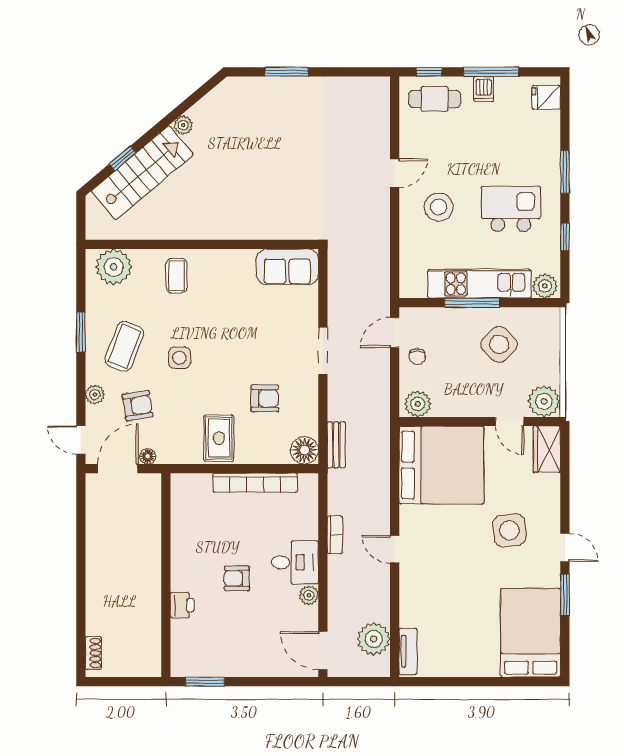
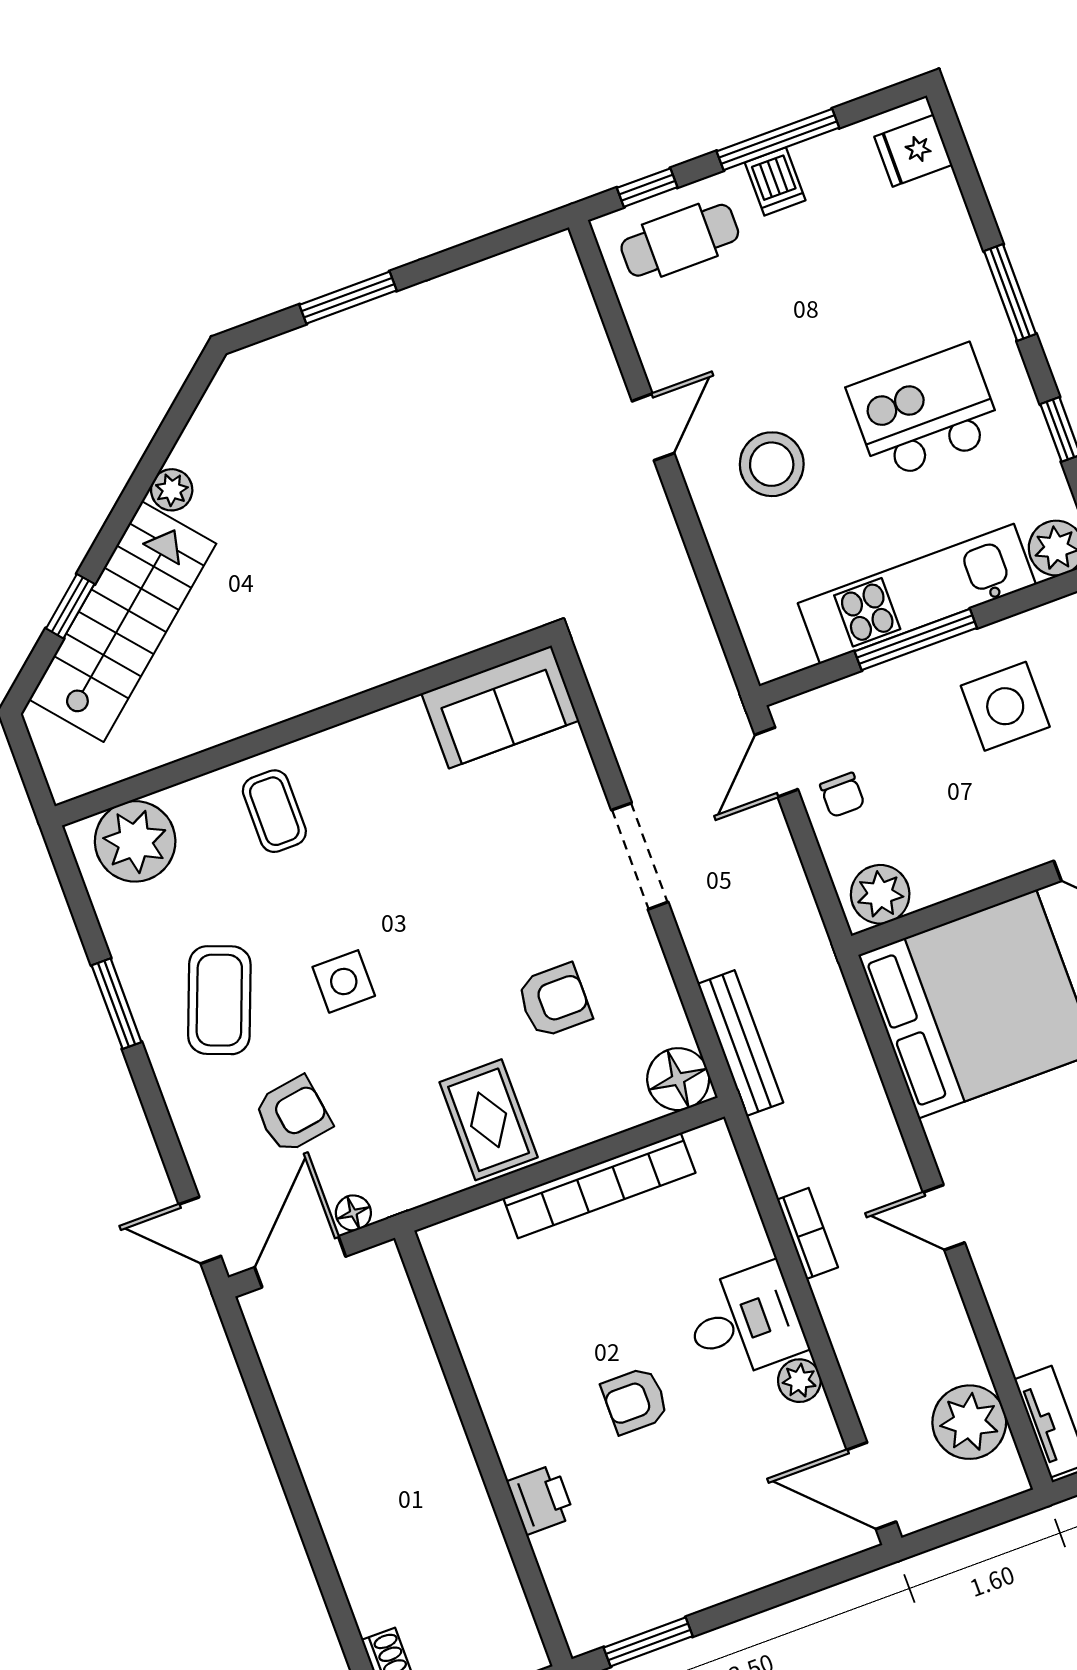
side table: (499, 344) -> (1005, 706), turned 45
plant: (95, 395) -> (194, 1124), removed
bench: (336, 445) -> (740, 1043), width x1.36

